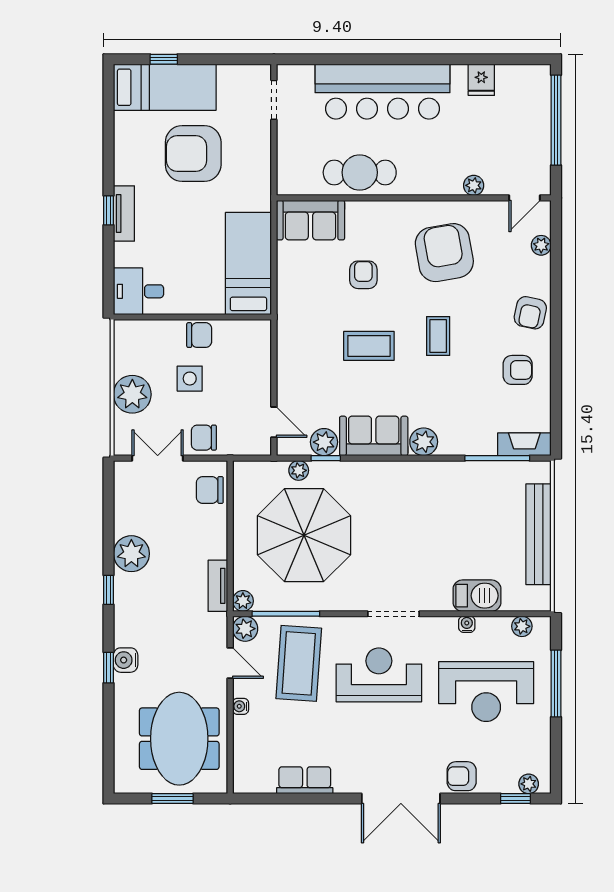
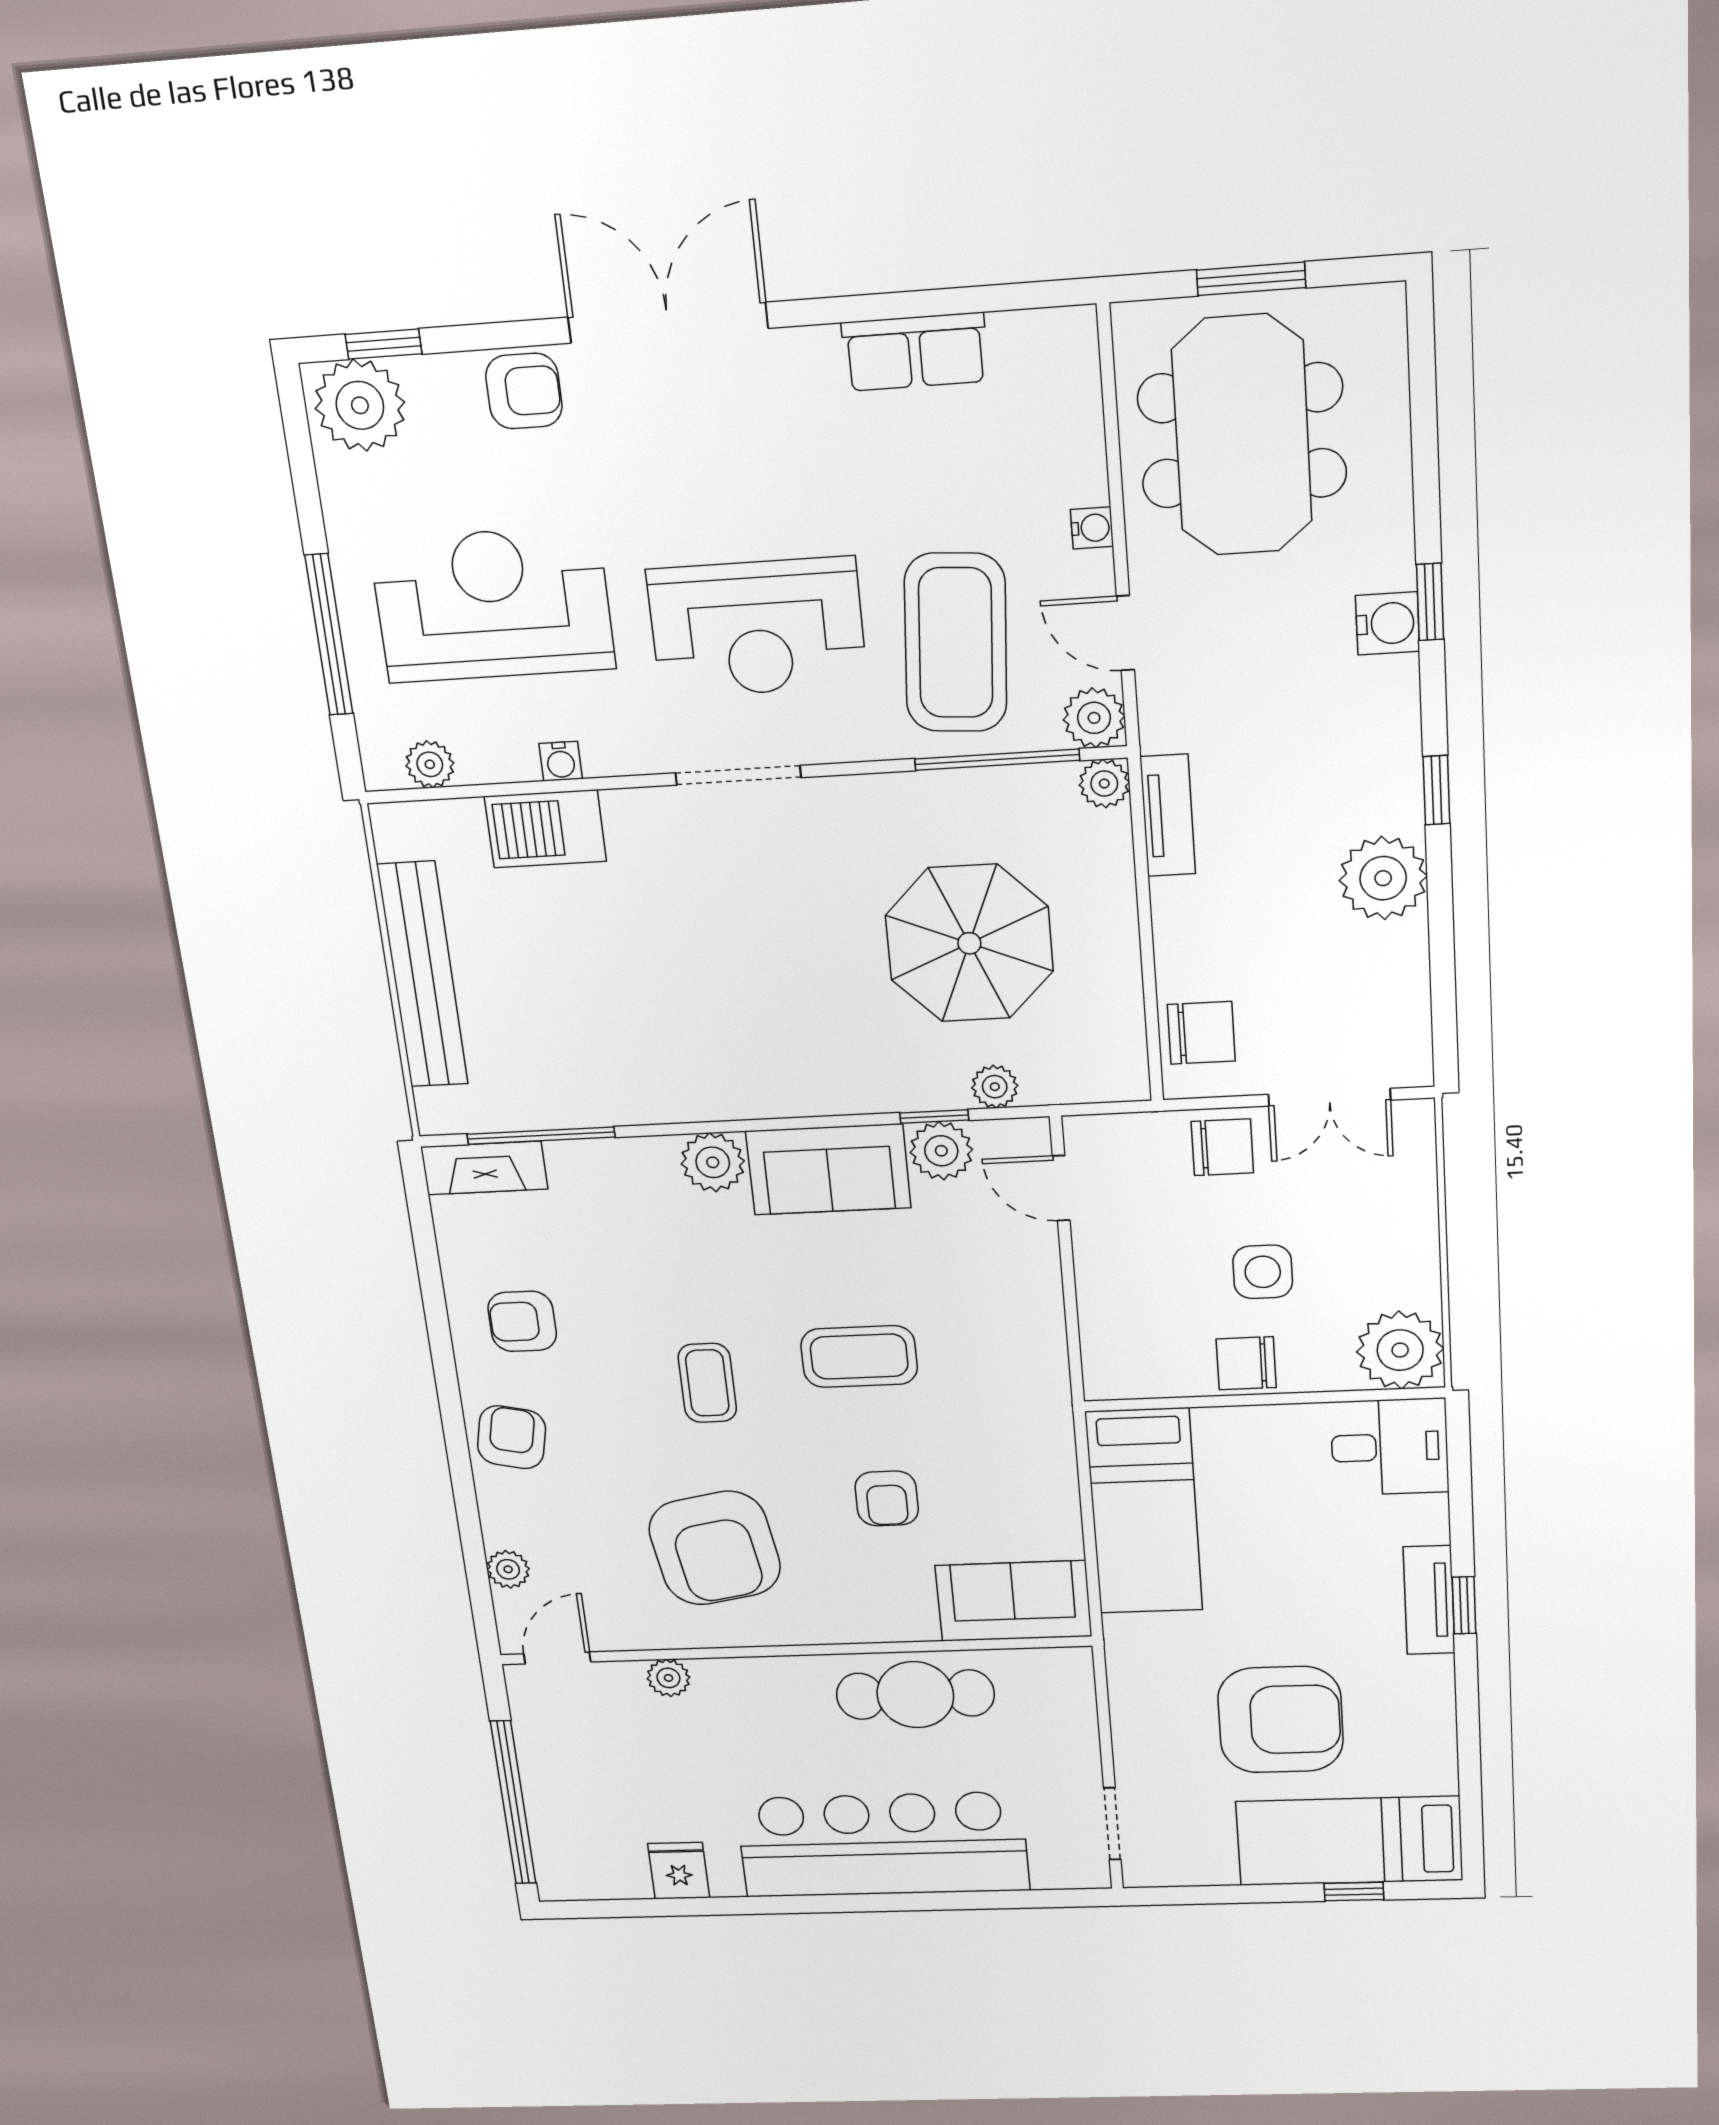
plant: (132, 394) -> (1400, 1350), moved
parasol: (304, 535) -> (969, 943), width x0.73, depth x0.73
plant: (529, 784) -> (360, 405), width x1.88, depth x1.88

